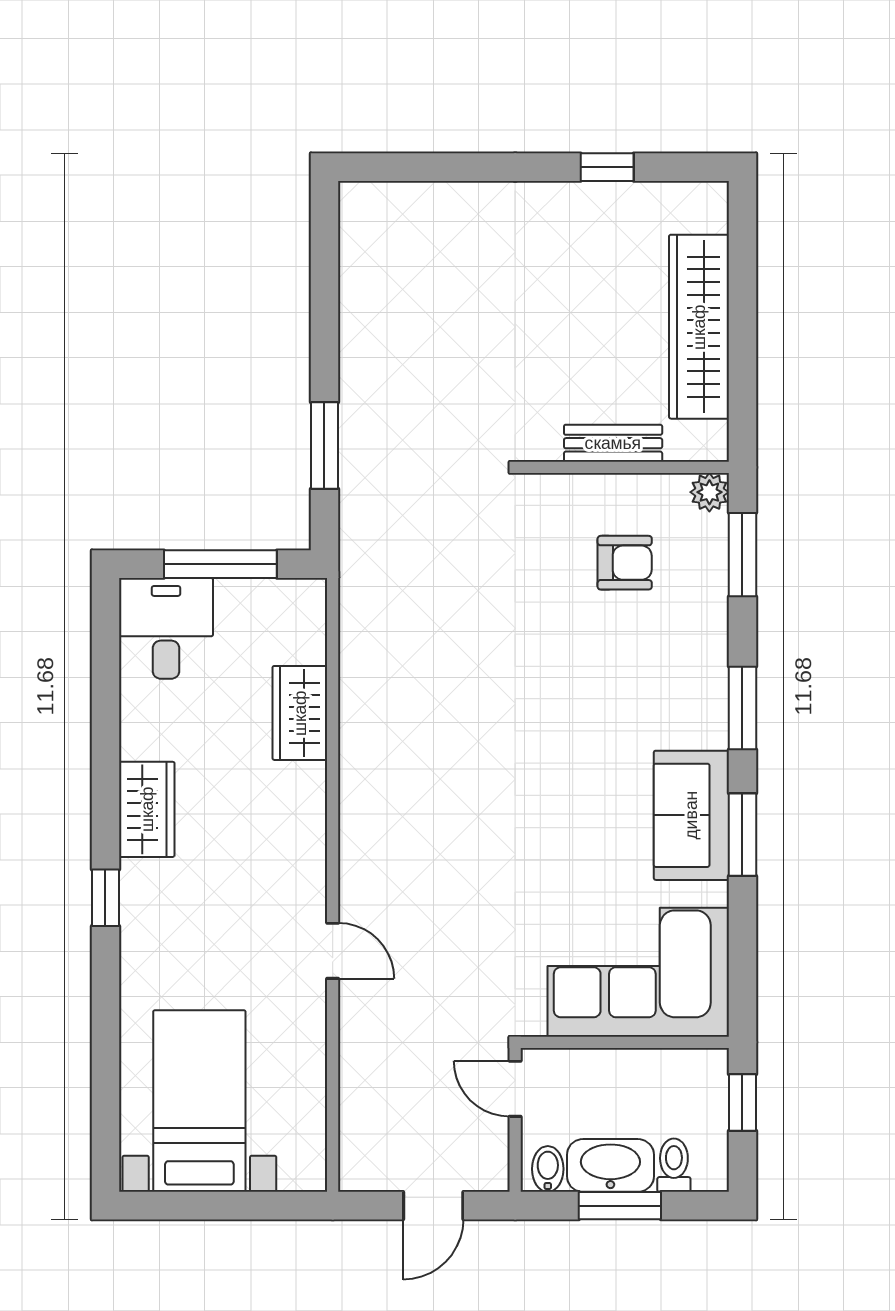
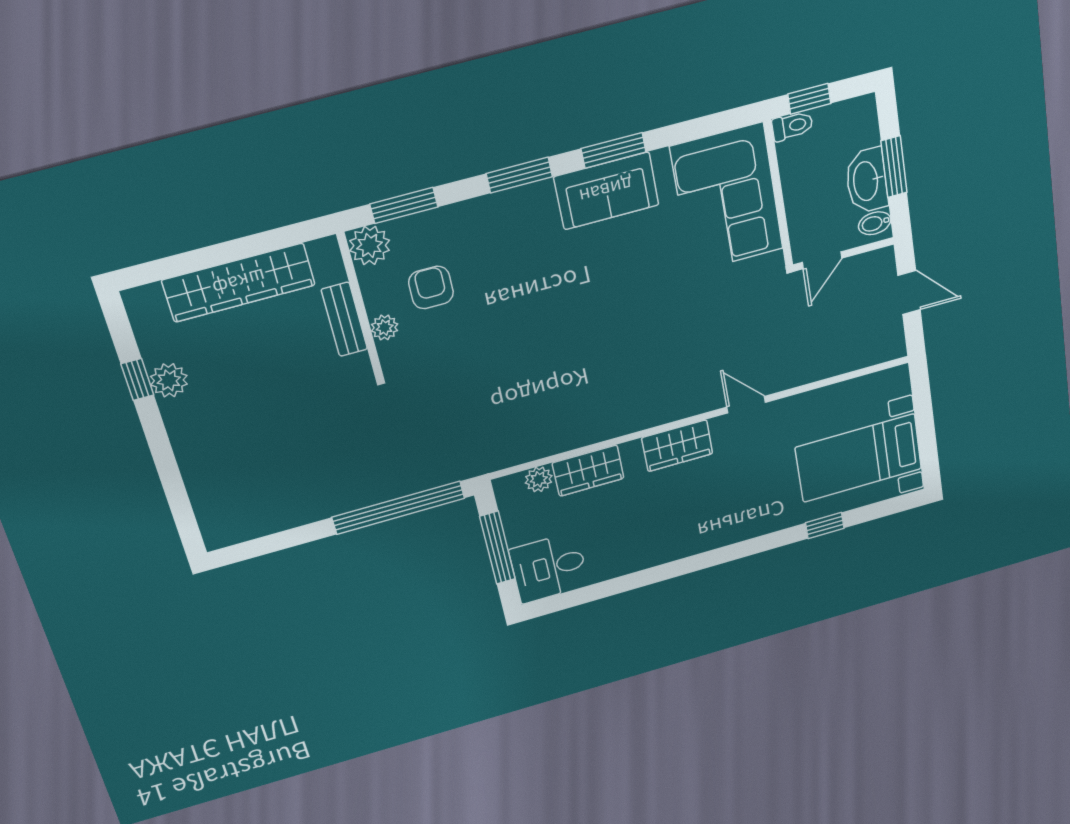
plant: (595, 205) -> (169, 380), added
window: (324, 446) -> (398, 508), width x2.11
plant: (587, 491) -> (385, 328), added
plant: (709, 492) -> (370, 245), width x1.38, depth x1.38
plant: (308, 643) -> (539, 479), added
wardrobe: (147, 809) -> (677, 446), moved, turned 180
window: (105, 898) -> (825, 526), moved
door: (333, 951) -> (746, 405), hinge flipped
toilet: (674, 1165) -> (792, 126), moved, turned 180

